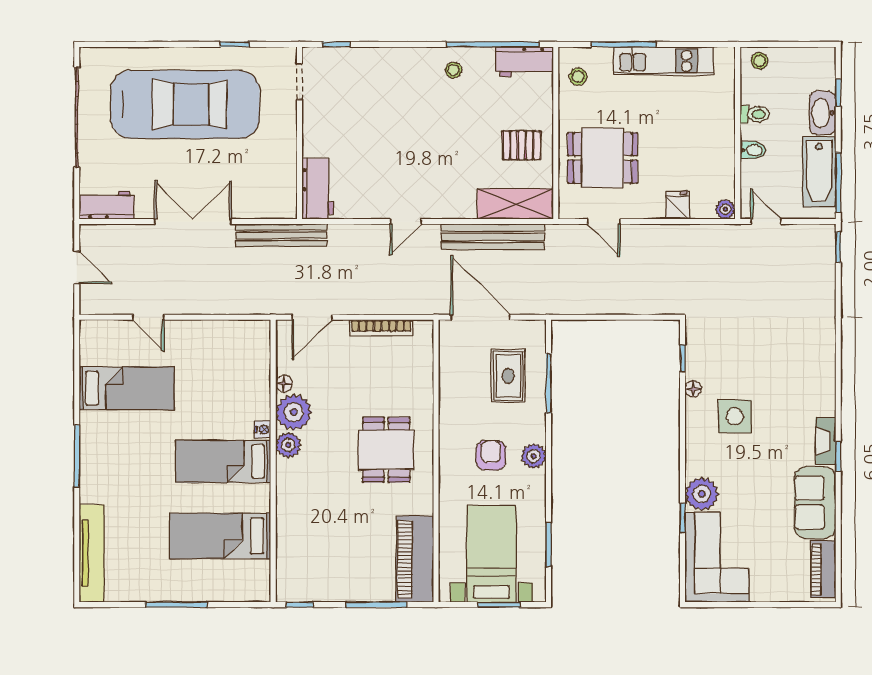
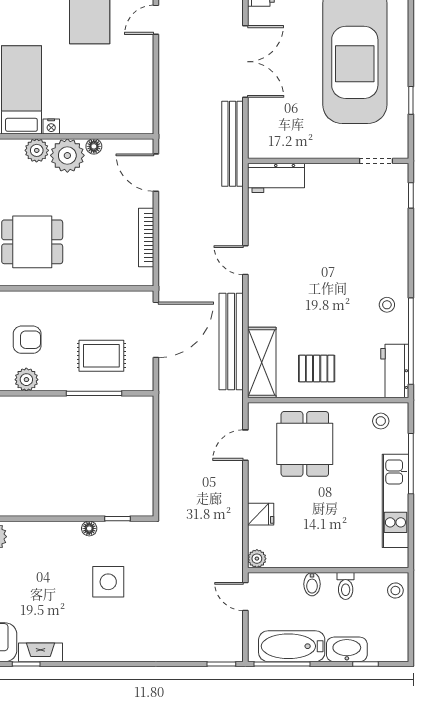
pallet: (522, 145) -> (317, 368), turned 90
door: (766, 222) -> (245, 596), swing flipped
side table: (735, 416) -> (108, 582), moved

